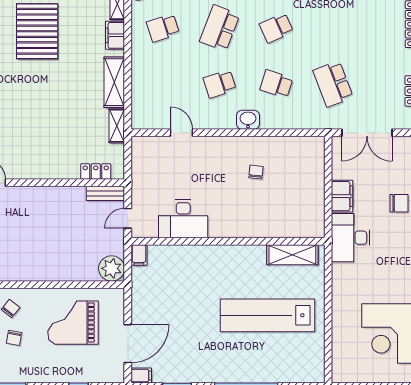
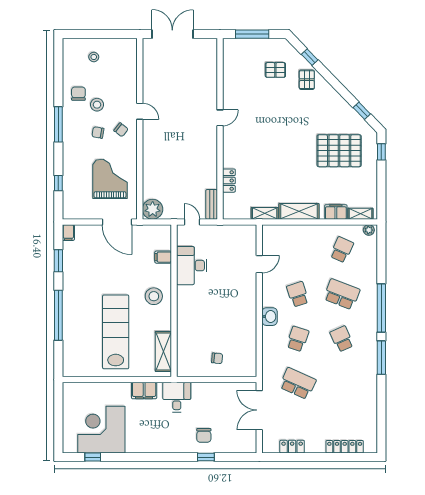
school desk: (163, 28) -> (342, 250), turned 42
school desk: (333, 84) -> (298, 383), turned 45
locker: (96, 171) -> (229, 181), moved
chair: (256, 172) -> (217, 358), moved
filing cabinet: (342, 196) -> (144, 391), moved
desk: (351, 238) -> (177, 397), width x0.73
filing cabinet: (139, 255) -> (163, 257), moved
stool: (222, 267) -> (154, 296), added
door: (128, 344) -> (117, 222), moved

